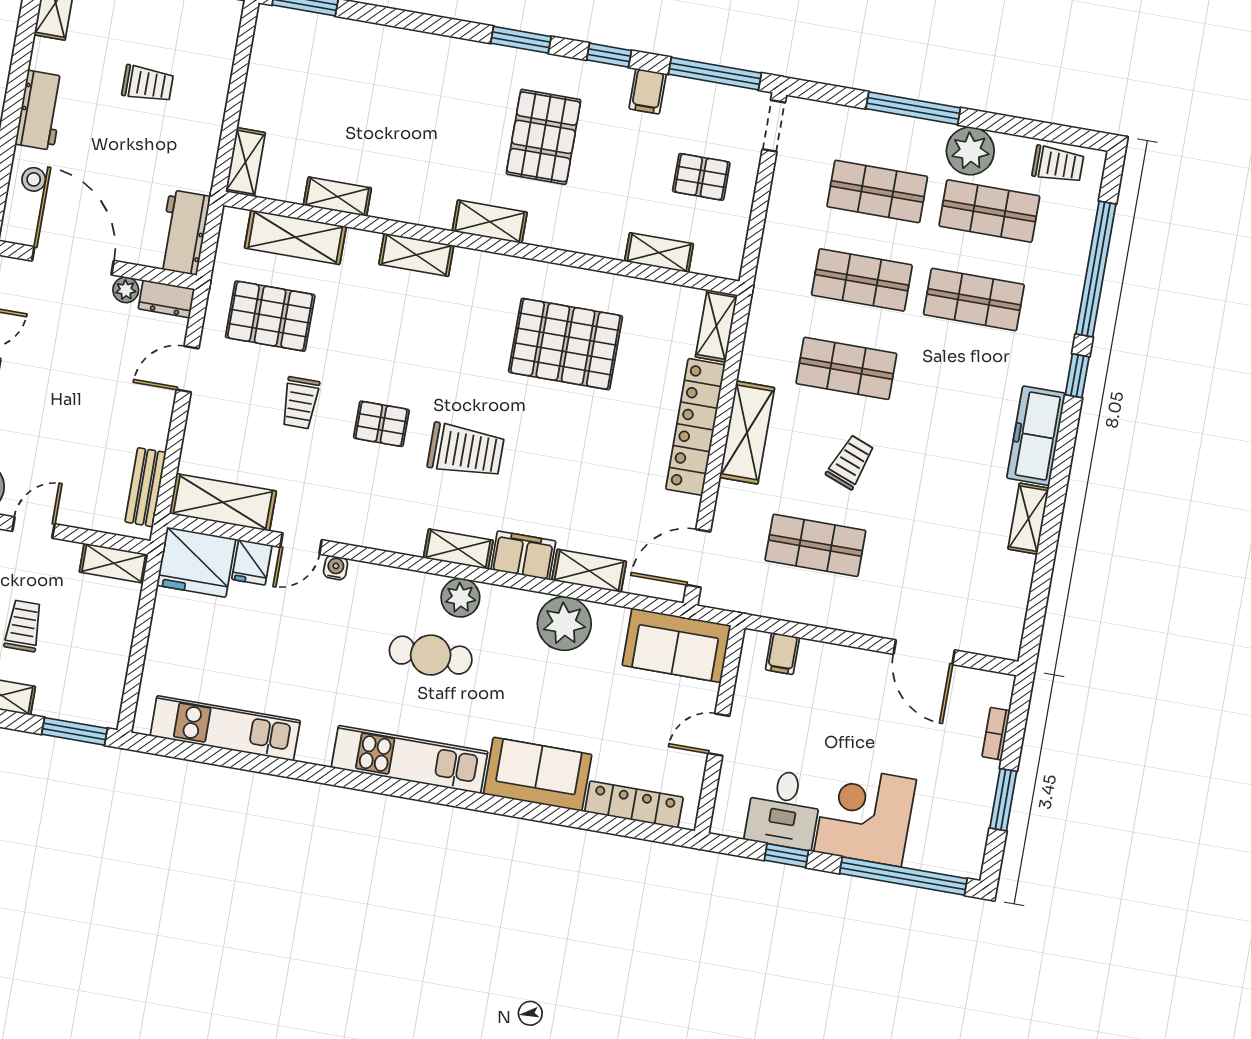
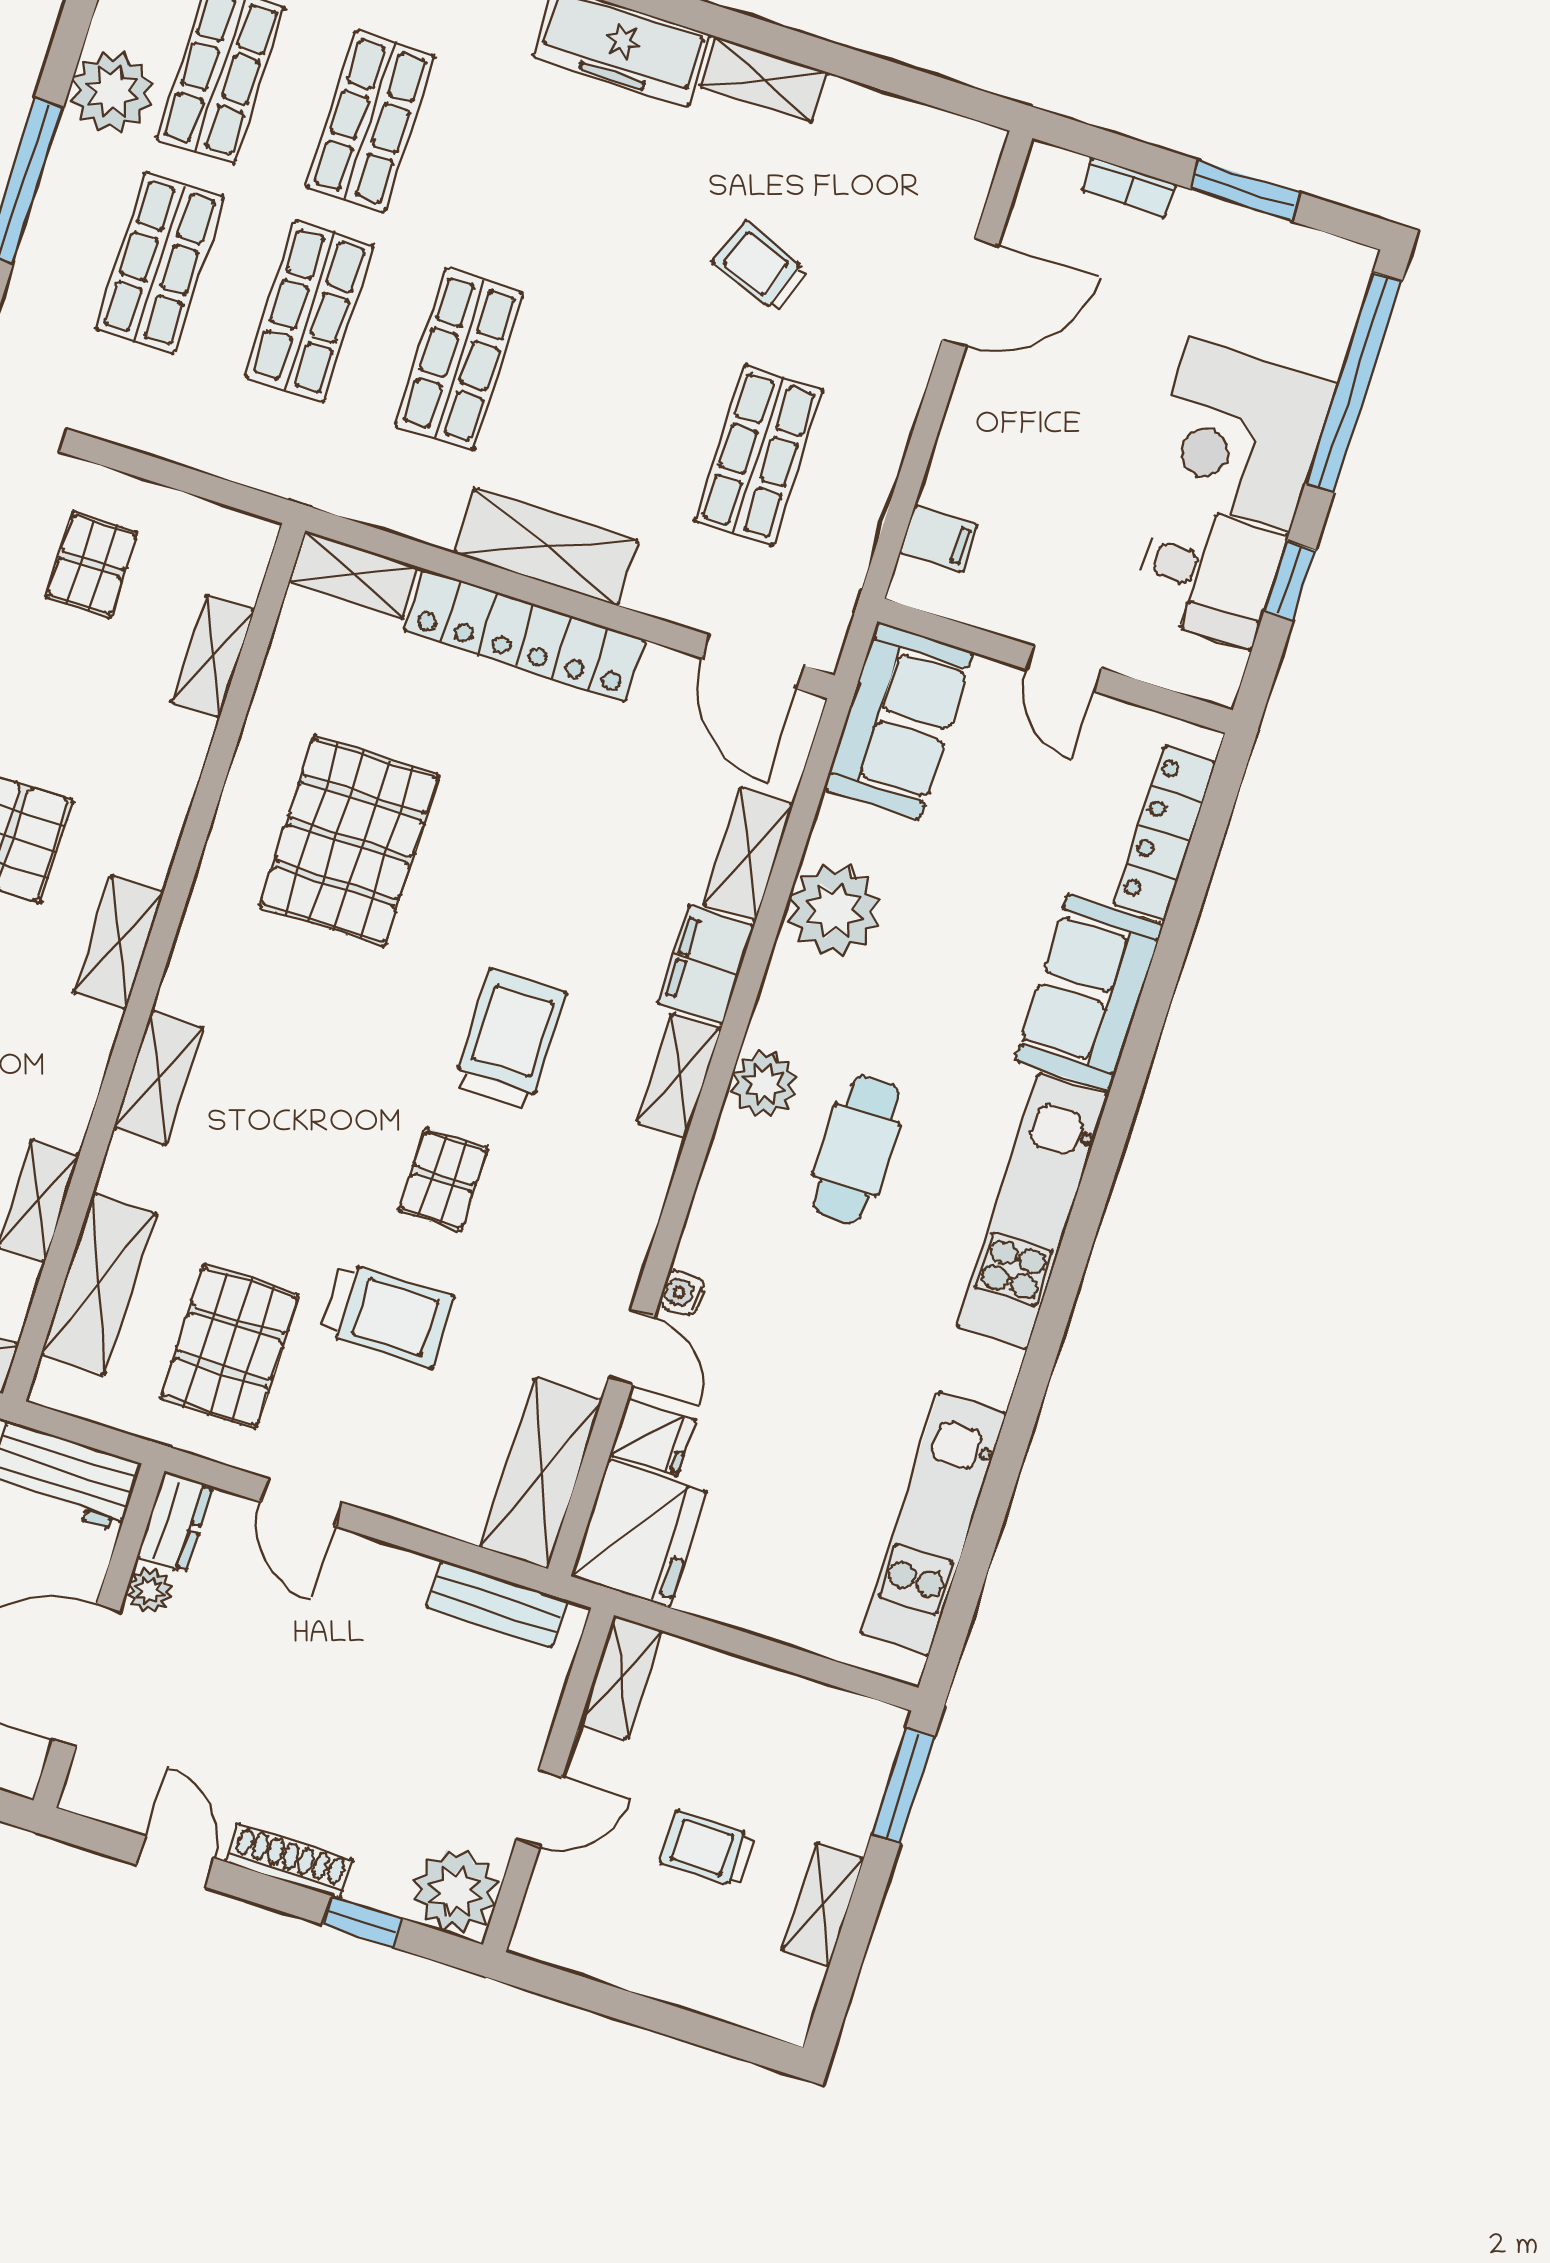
trolley: (300, 403) -> (387, 1315), width x1.36, depth x1.39
trolley: (850, 462) -> (760, 267), moved
door: (33, 527) -> (539, 1808), swing flipped

